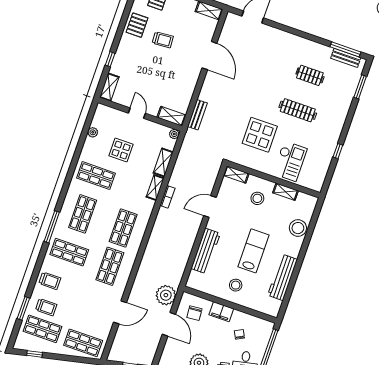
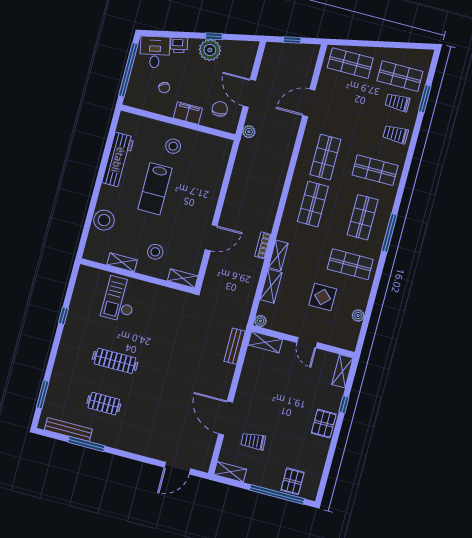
pallet: (137, 25) -> (324, 424), moved
trolley: (163, 40) -> (253, 441), moved
window: (345, 49) -> (86, 444), moved
bench: (346, 58) -> (68, 429), width x1.36
display table: (260, 135) -> (158, 328), removed
window: (52, 227) -> (389, 233), moved
workbench: (206, 251) -> (212, 184), removed
plant: (166, 295) -> (249, 132), width x0.53, depth x0.53
window: (35, 354) -> (407, 45), removed

